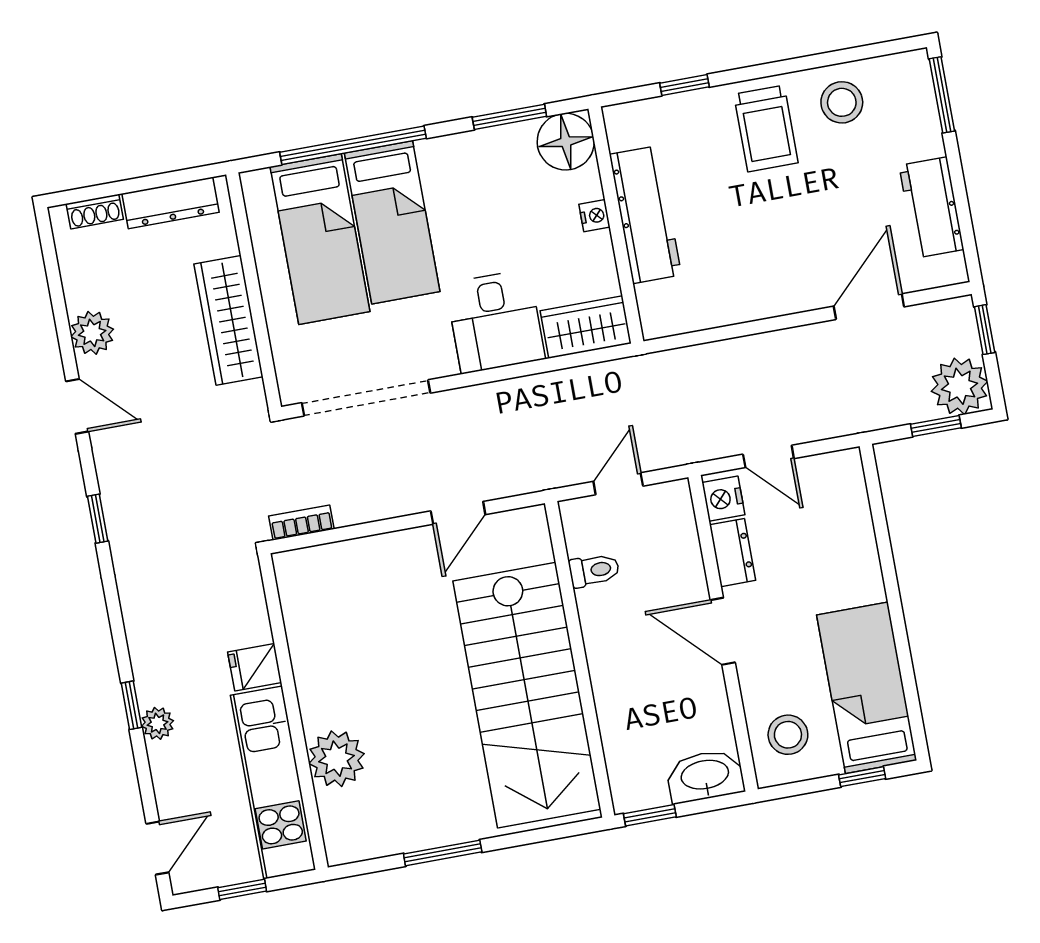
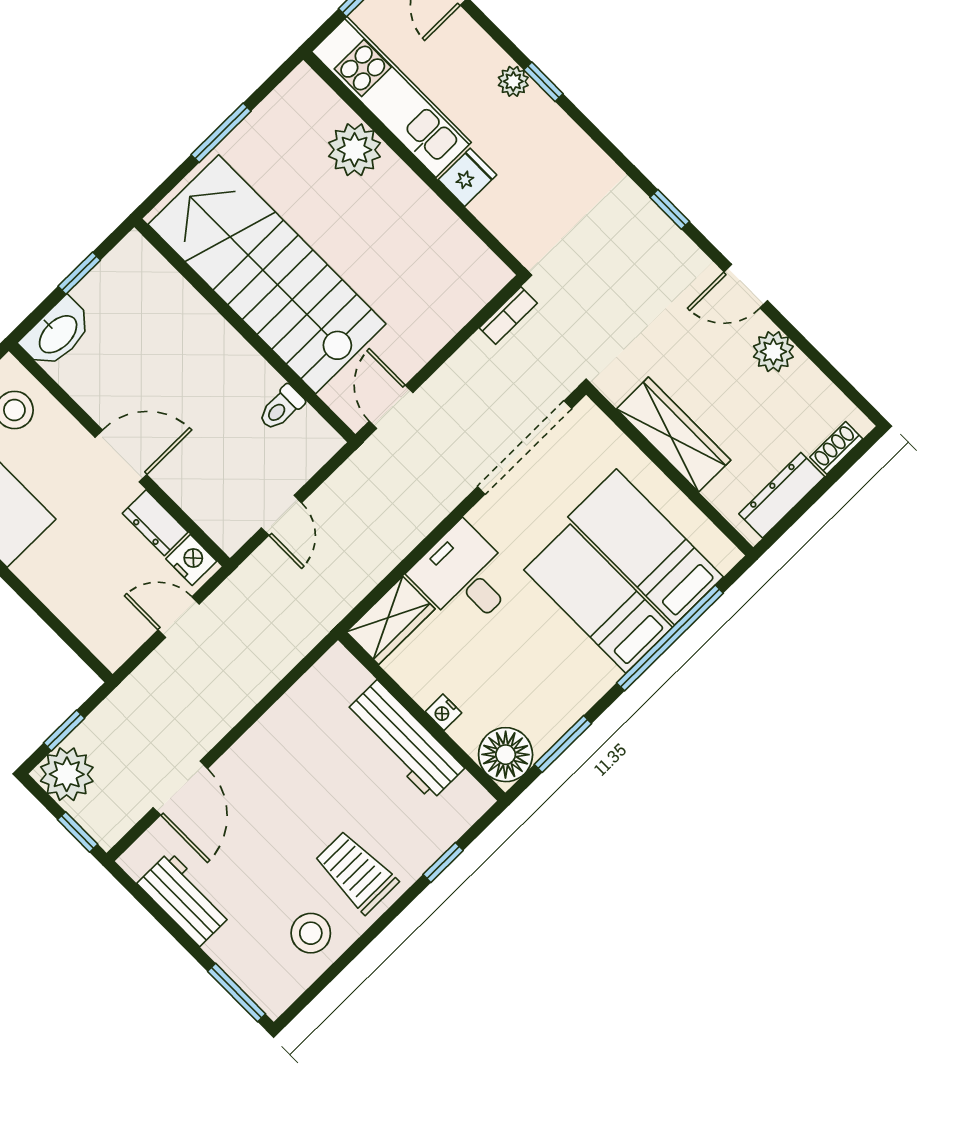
toilet: (594, 570) -> (281, 408), moved
wall: (580, 659) -> (245, 330), moved
stairs: (527, 695) -> (267, 274), moved

